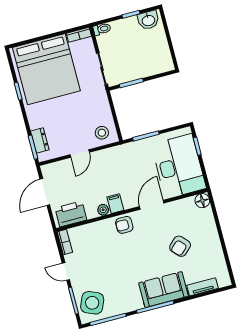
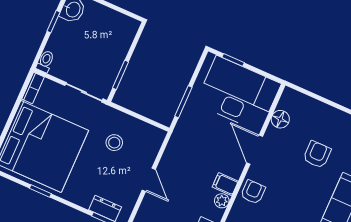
stool: (102, 133) -> (114, 143), moved
floor lamp: (202, 201) -> (280, 119), moved
armchair: (124, 225) -> (253, 192), turned 180
armchair: (180, 246) -> (317, 154), turned -137

